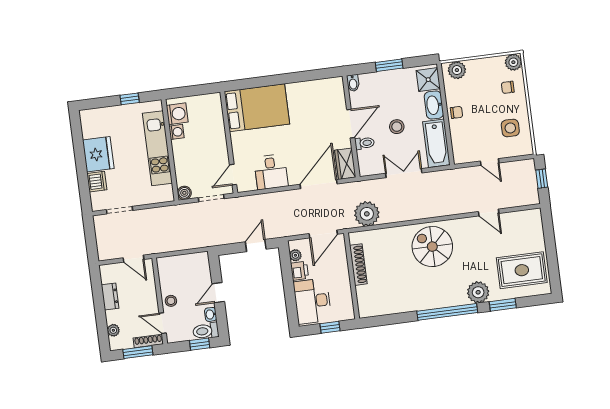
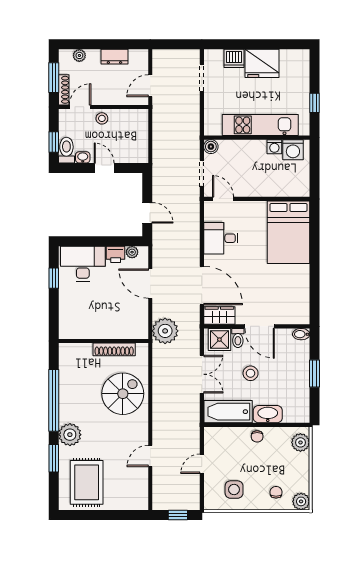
shower: (428, 80) -> (219, 340), moved
shoe rack: (358, 265) -> (114, 349), moved
wall: (352, 276) -> (103, 341), moved

